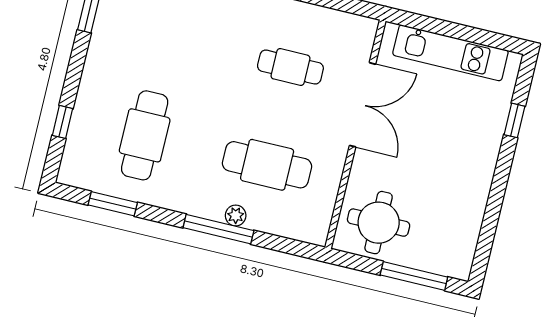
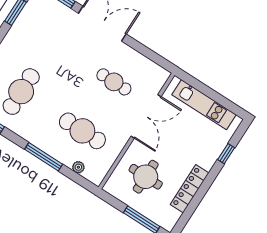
locker: (475, 198) -> (190, 189), added
plant: (236, 215) -> (78, 167), moved
round table: (379, 223) -> (146, 177), moved

